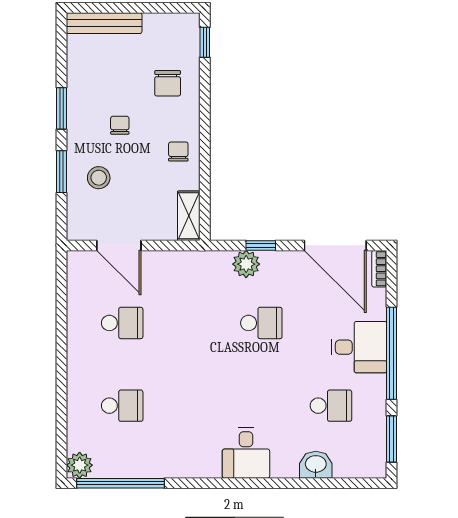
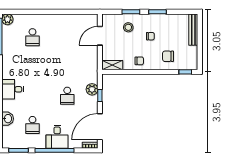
school desk: (122, 323) -> (67, 37), removed

